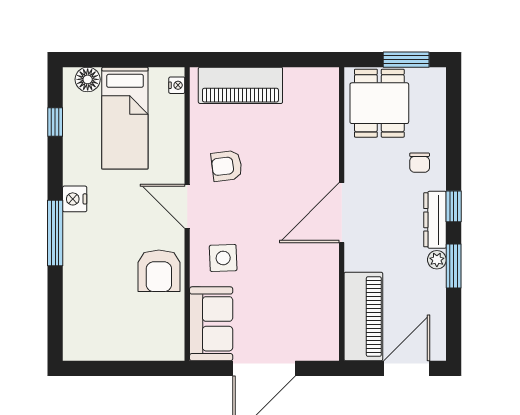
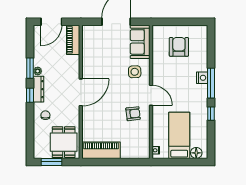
piano: (240, 85) -> (101, 150), moved
window: (55, 122) -> (211, 114), moved
nightstand: (75, 199) -> (202, 78), moved
armchair: (159, 271) -> (179, 47), moved
piano: (363, 317) -> (73, 40), width x0.73, depth x0.75

